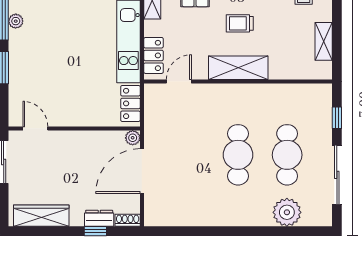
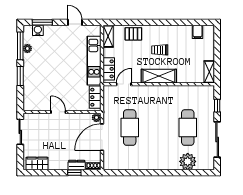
shelving: (324, 41) -> (209, 72), moved
door: (35, 128) -> (58, 112), moved
cafe table: (238, 155) -> (130, 128), moved
wardrobe: (41, 216) -> (37, 164), width x0.67

